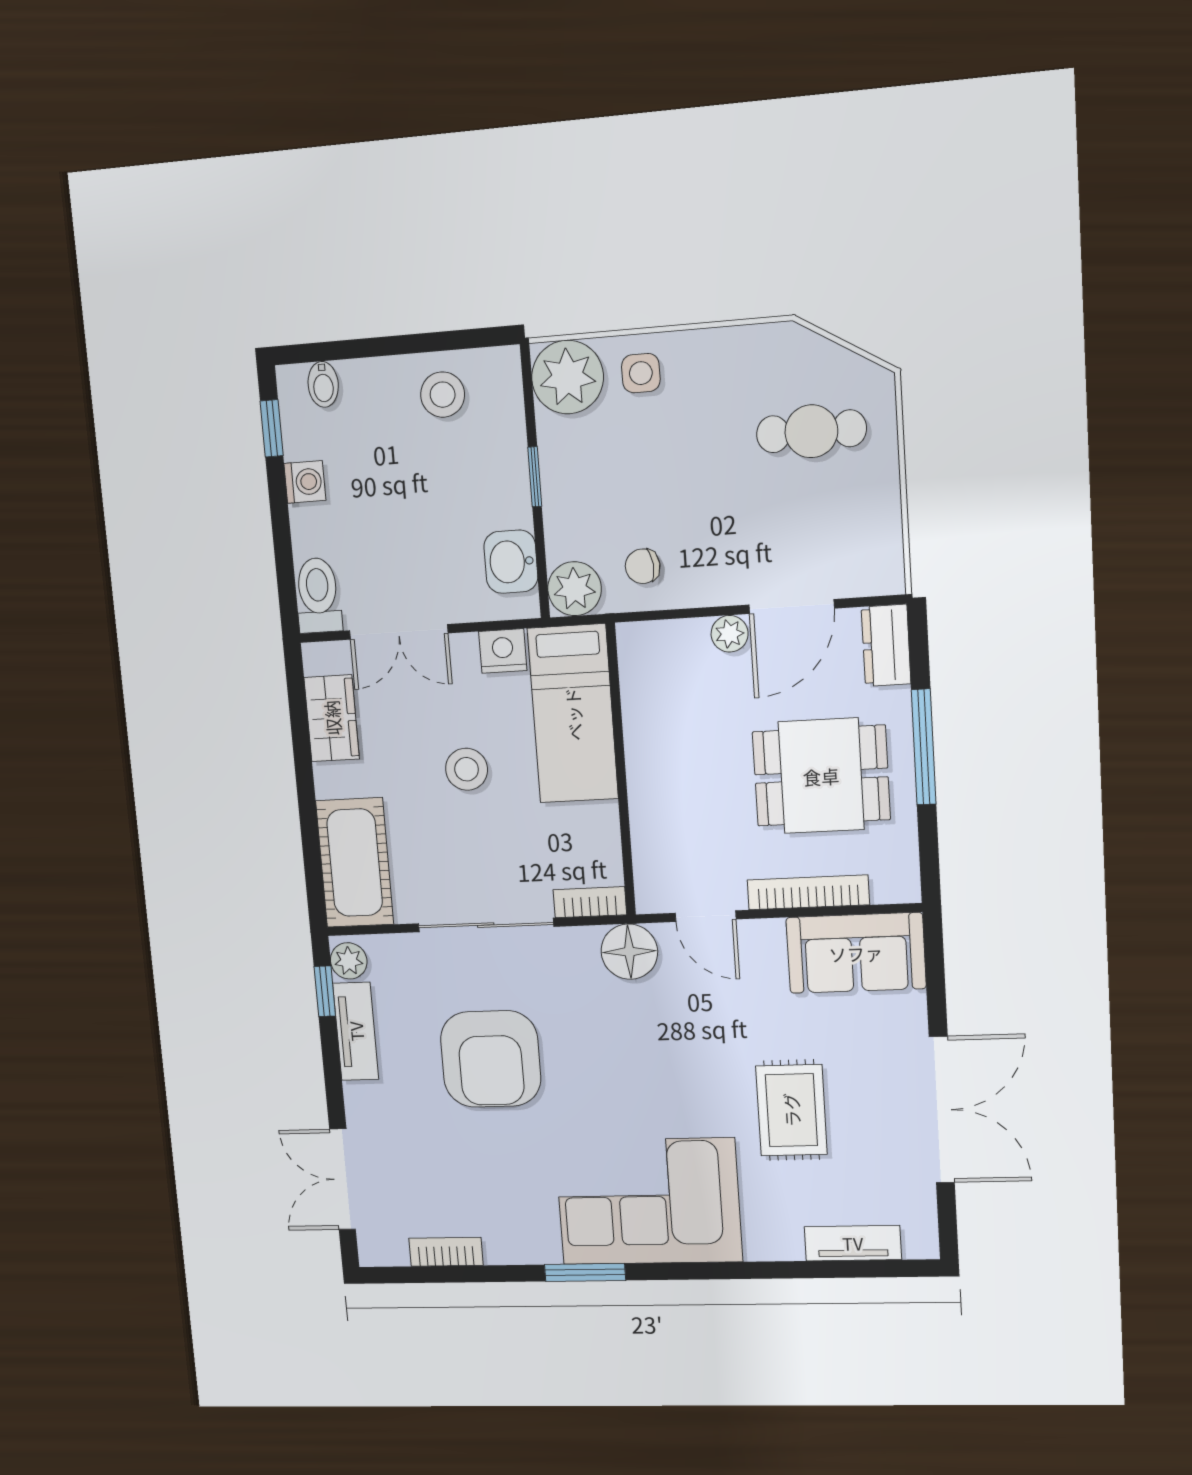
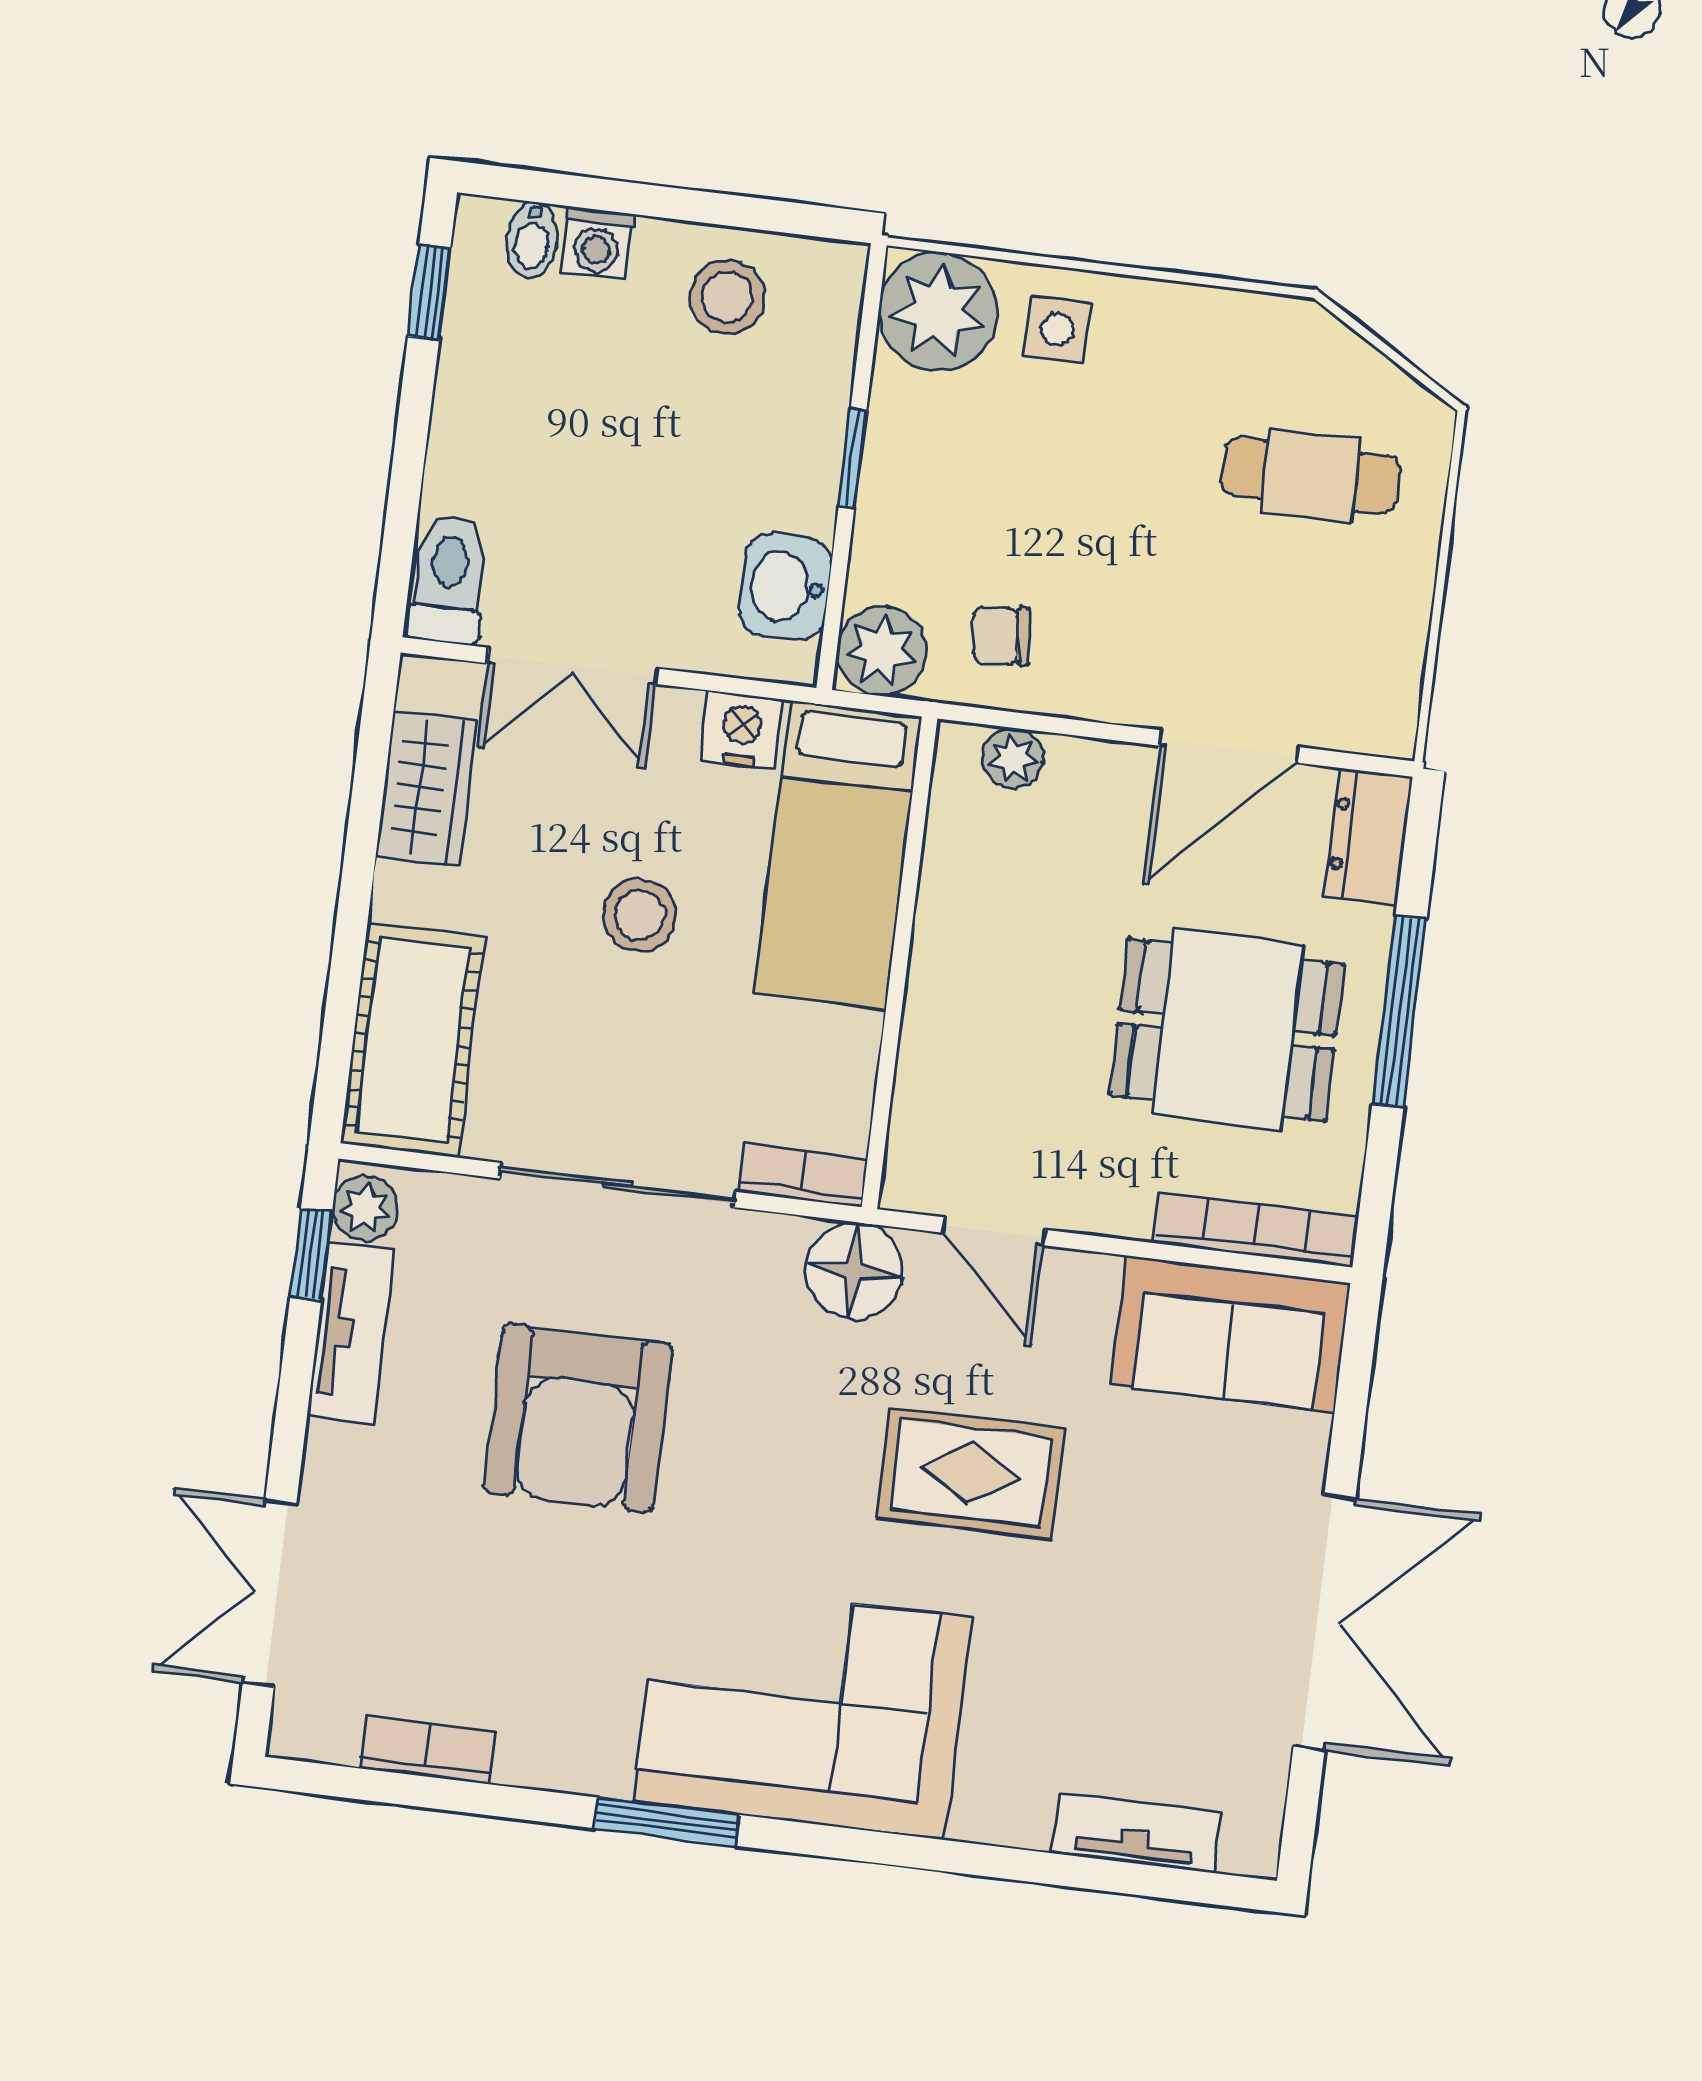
washing machine: (305, 482) -> (597, 243), moved, turned 90
plant: (730, 634) -> (1013, 758), moved
bookcase: (808, 892) -> (1256, 1230), moved
rug: (791, 1110) -> (970, 1473), moved, turned 90

